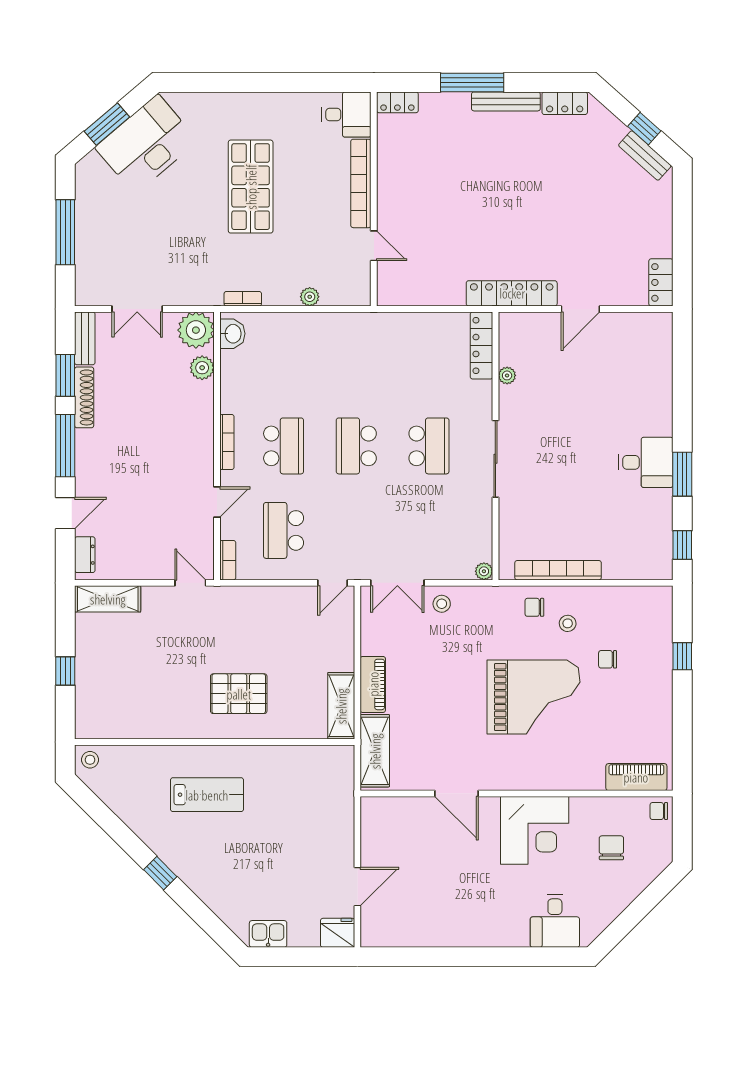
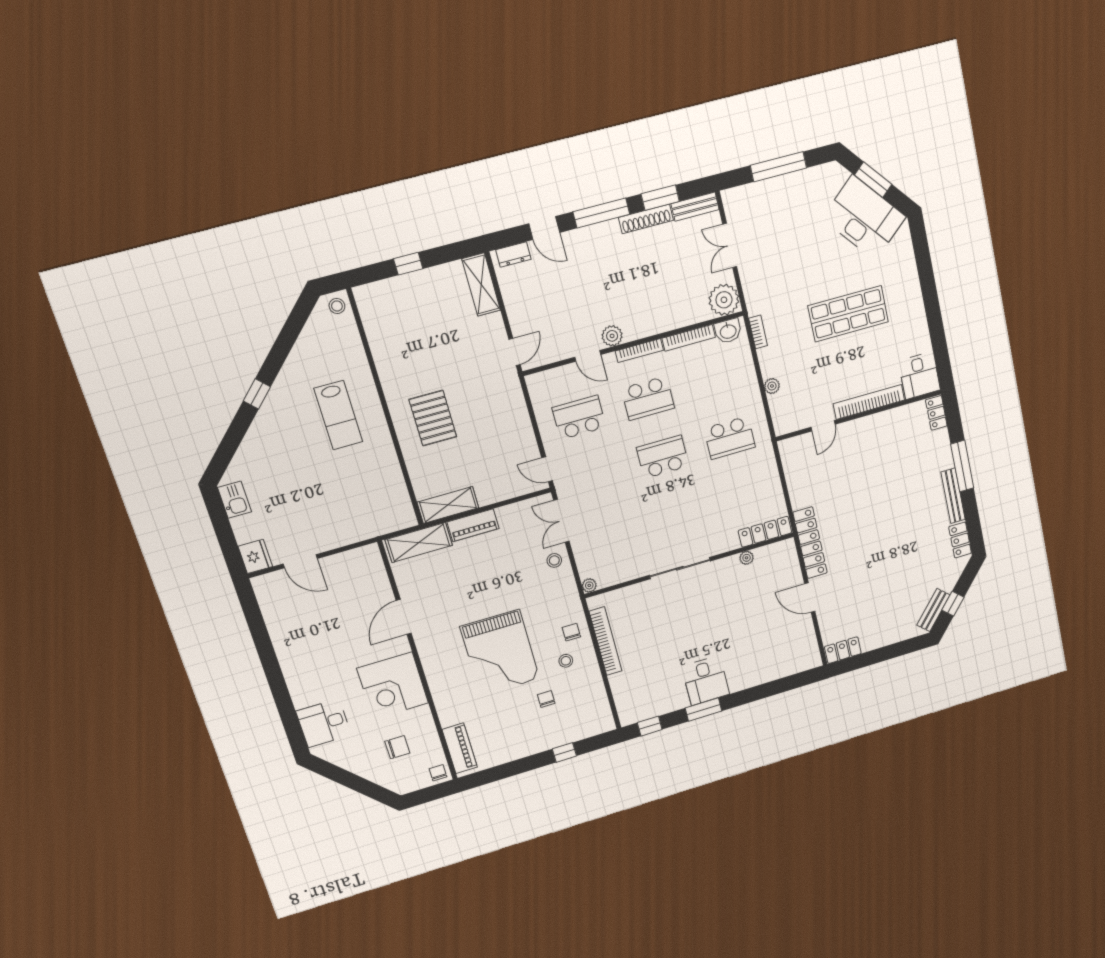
plant: (202, 368) -> (612, 336), moved
school desk: (429, 446) -> (730, 438), moved
bookcase: (228, 560) -> (689, 338), moved, width x1.56

